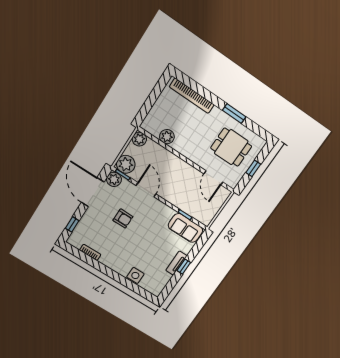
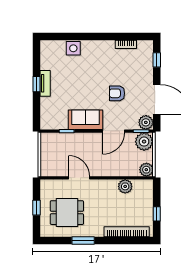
window: (155, 94) -> (157, 214), added
door: (213, 178) -> (79, 178), moved
door: (146, 190) -> (114, 131), hinge flipped
sofa: (185, 228) -> (86, 120), moved

